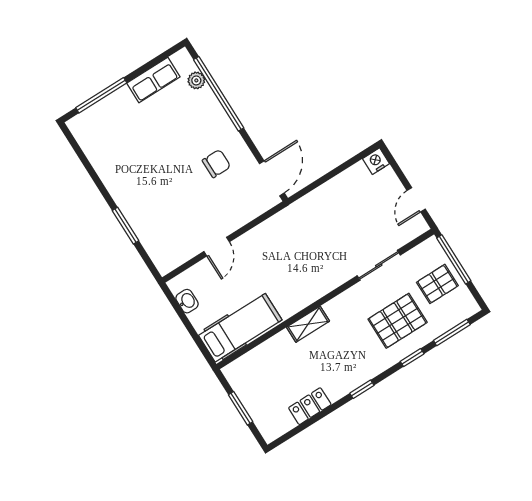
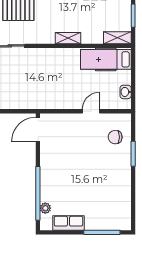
chair: (216, 164) -> (115, 137), moved
shelving: (243, 366) -> (117, 38), added

